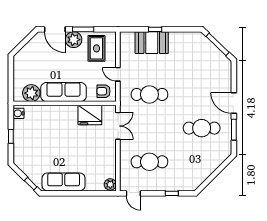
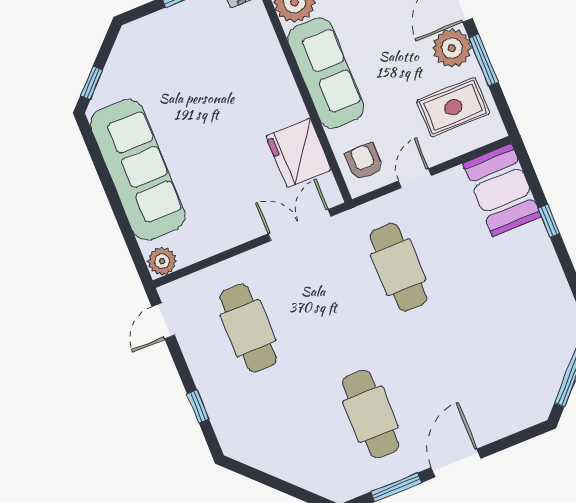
booth: (152, 43) -> (502, 190), moved
double door: (118, 126) -> (299, 225), swing flipped
sofa: (64, 182) -> (138, 170), width x1.36, depth x1.27

